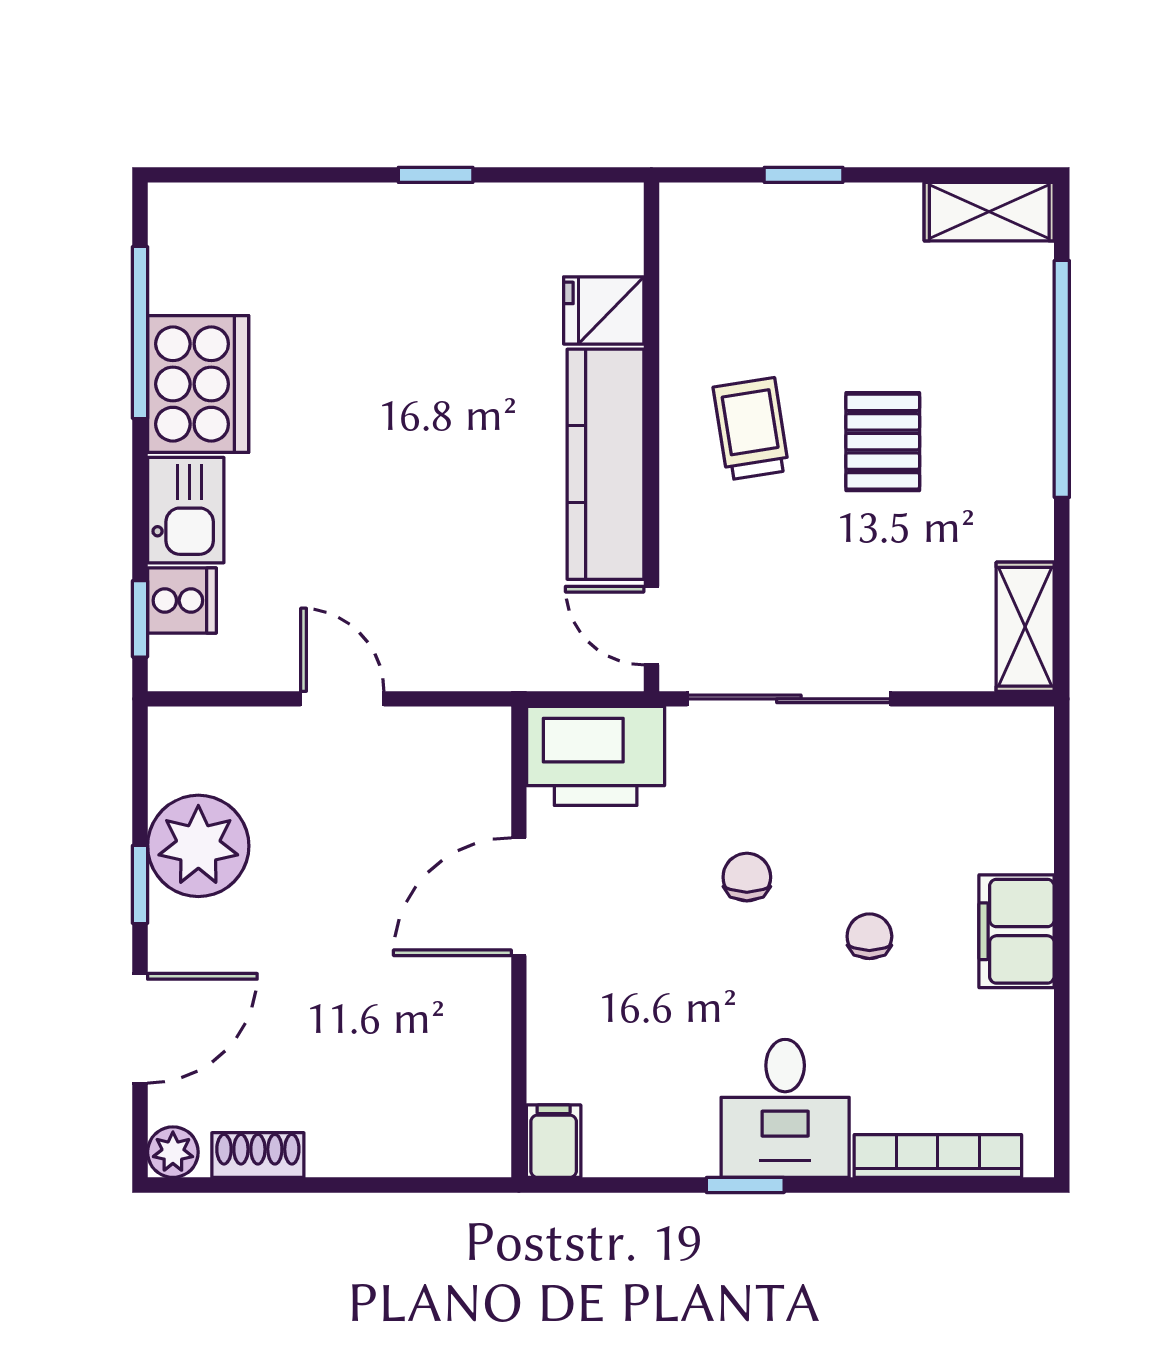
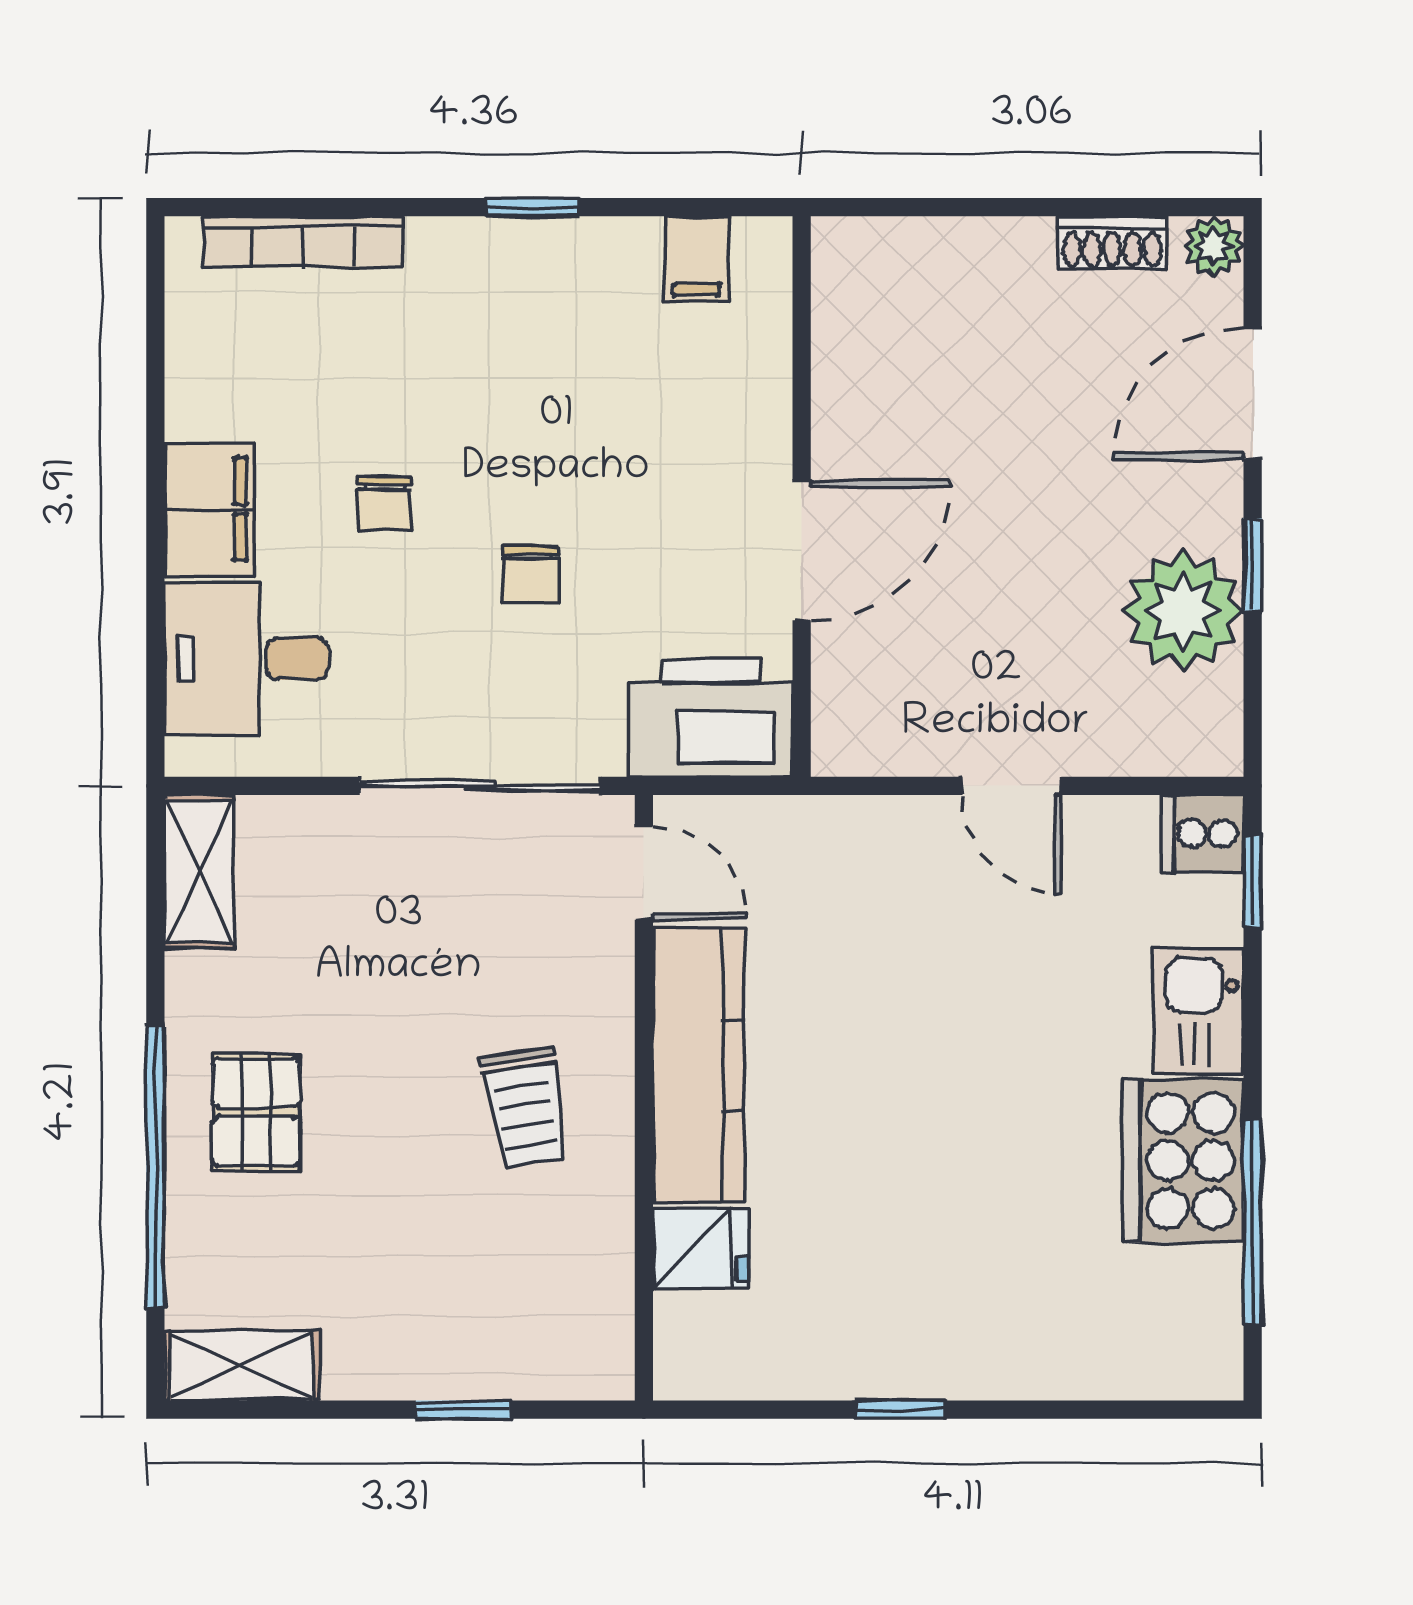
pallet: (883, 442) -> (256, 1112), moved
cooker: (182, 600) -> (1203, 834), moved
desk: (785, 1108) -> (247, 659), moved, turned -90
filing cabinet: (554, 1141) -> (697, 259), moved

